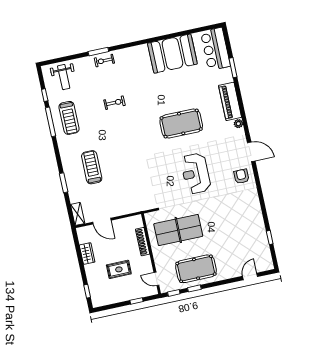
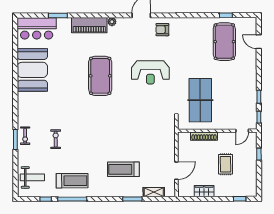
exercise bike: (115, 103) -> (56, 139), moved
shelving: (78, 214) -> (154, 192), moved
pool table: (196, 269) -> (224, 42), moved

